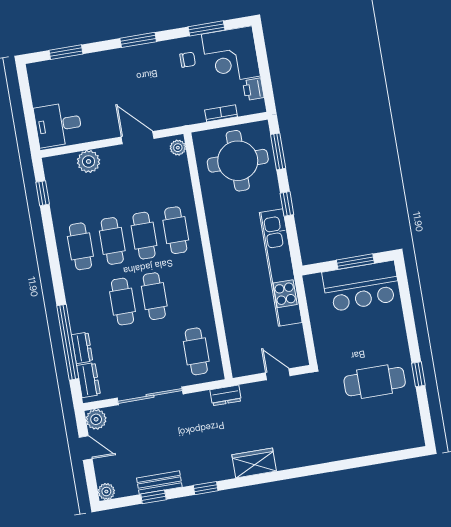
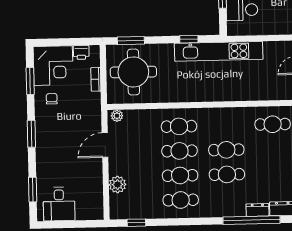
desk: (58, 125) -> (59, 204), moved
window: (287, 204) -> (189, 39), moved

